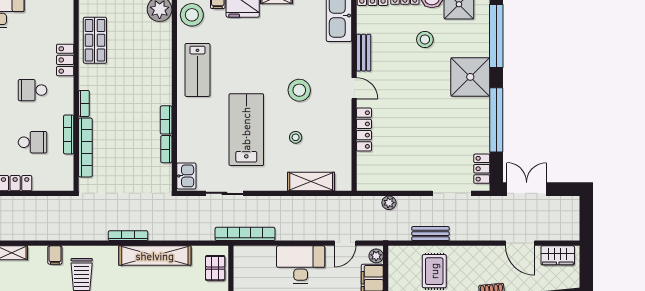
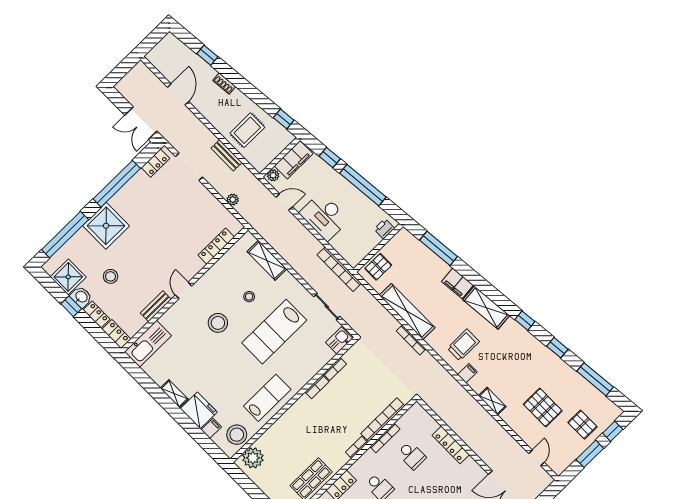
locker: (364, 130) -> (216, 246), moved
school desk: (33, 142) -> (412, 455), turned 180
wardrobe: (558, 255) -> (163, 64), removed

